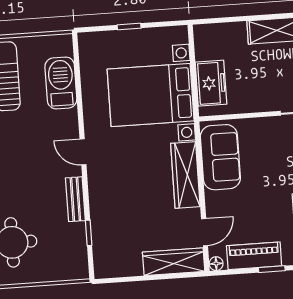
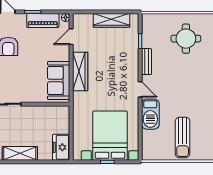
barbecue: (61, 83) -> (150, 114), moved
freezer: (211, 83) -> (61, 147), moved
bed with nightstands: (151, 95) -> (110, 136), moved, turned -90
wardrobe: (174, 262) -> (112, 20), moved

